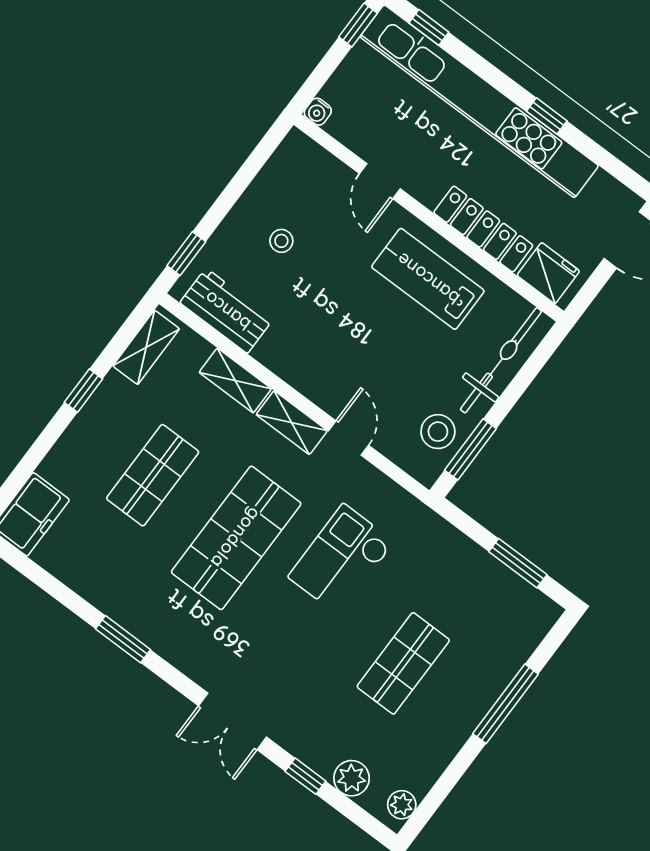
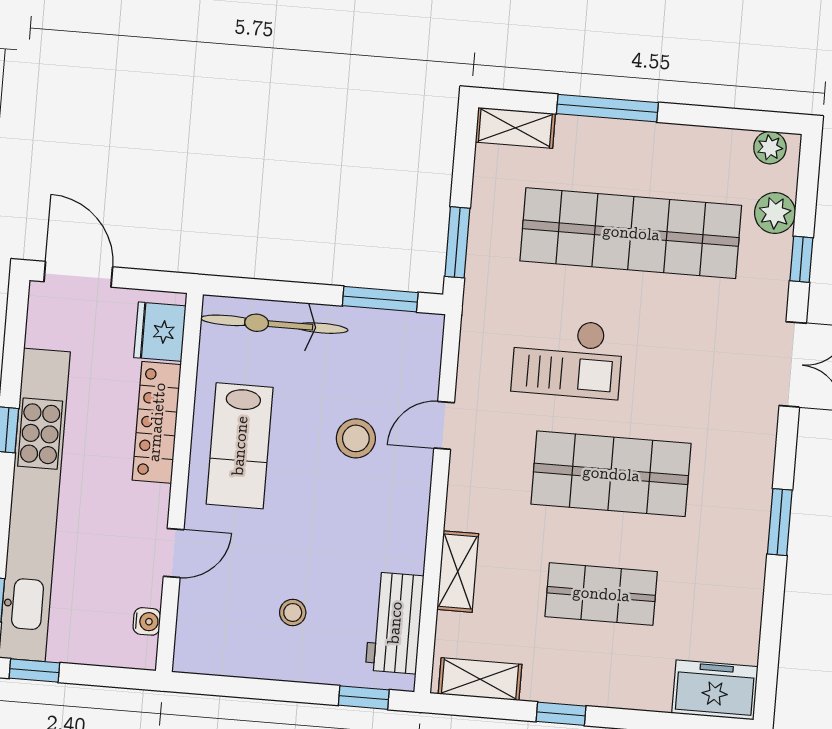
water cooler: (318, 112) -> (147, 621), moved
shelving: (292, 423) -> (515, 128), moved, turned 90
stool: (438, 432) -> (356, 438), moved
window: (518, 563) -> (457, 242), moved
shop shelf: (403, 663) -> (631, 233), width x2.00, depth x1.36

